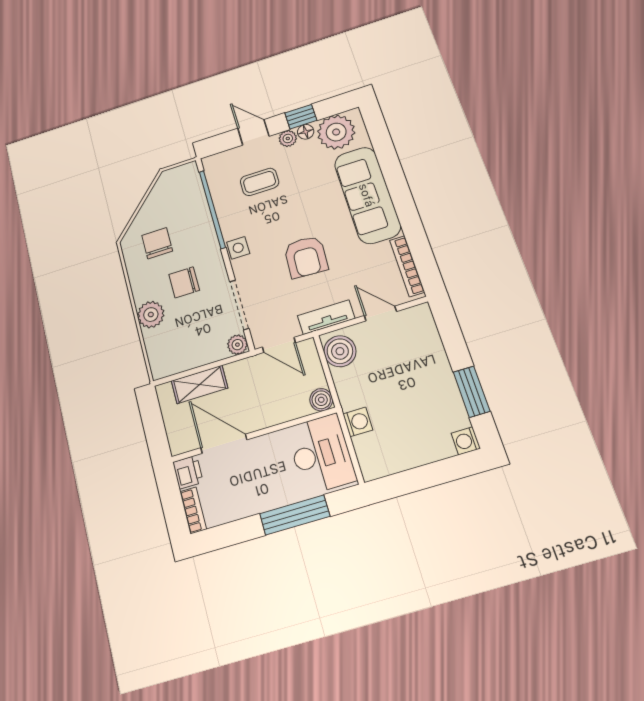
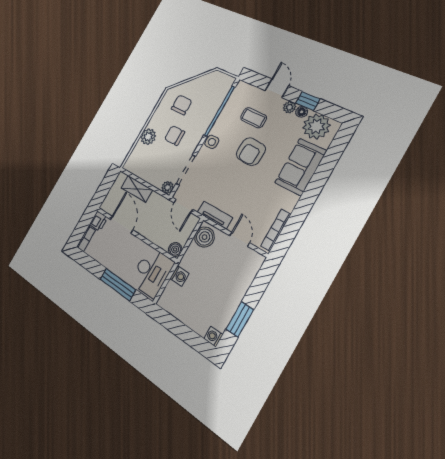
sofa: (367, 195) -> (301, 167), width x0.73
armchair: (306, 257) -> (251, 152), moved

